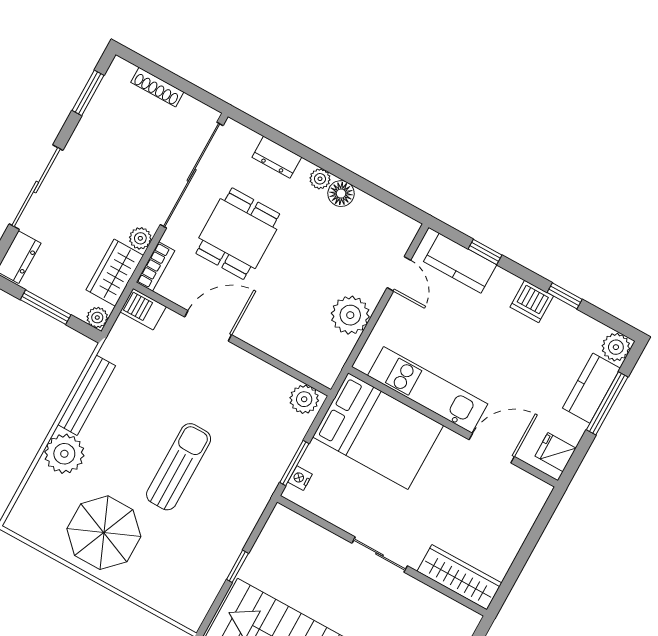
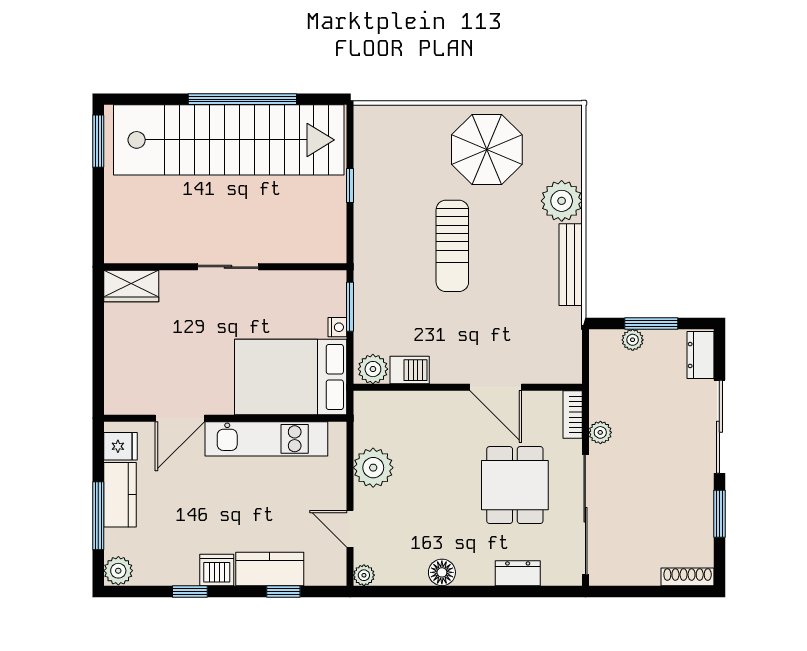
shoe rack: (157, 87) -> (688, 577), moved
window: (88, 93) -> (719, 514), moved
plant: (320, 179) -> (364, 575), moved
kitchen counter: (460, 263) -> (270, 569), moved
wardrobe: (115, 273) -> (606, 389), removed
barbecue: (143, 309) -> (410, 370), moved
plant: (97, 318) -> (633, 340), moved
door: (208, 326) -> (496, 387), hinge flipped
kitchen counter: (591, 388) -> (120, 495), moved
nightstand: (300, 478) -> (337, 327), moved
wardrobe: (459, 577) -> (131, 286), width x0.67

